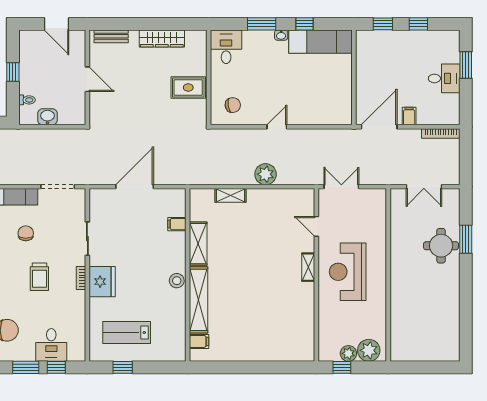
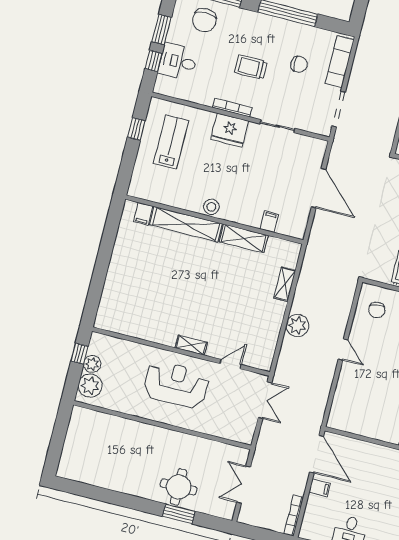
bookcase: (81, 278) -> (232, 108), width x1.56

